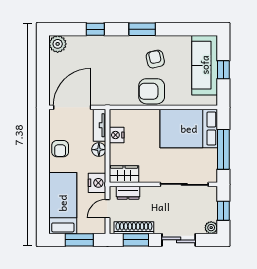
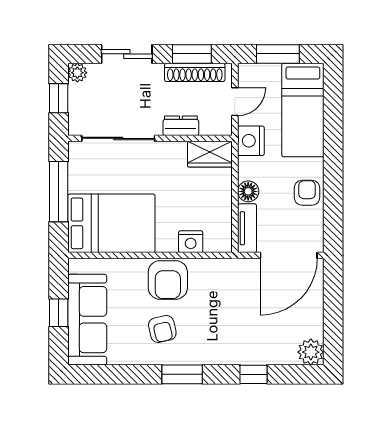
armchair: (152, 91) -> (168, 280), turned 90
nightstand: (117, 135) -> (191, 242), moved, turned 90
dresser: (128, 193) -> (181, 126), moved

